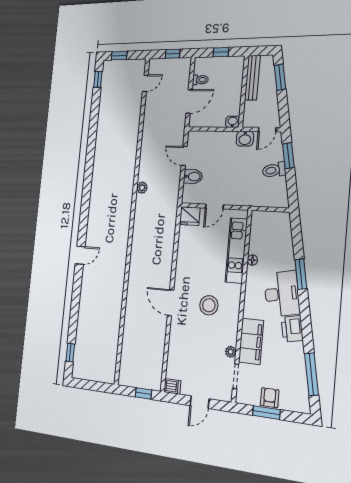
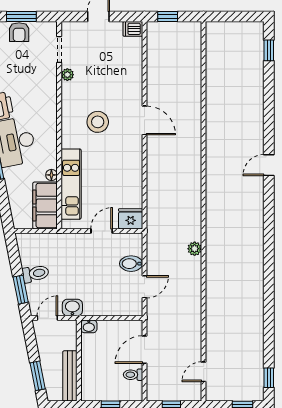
door: (184, 156) -> (144, 287), hinge flipped
filing cabinet: (251, 341) -> (45, 205), moved

